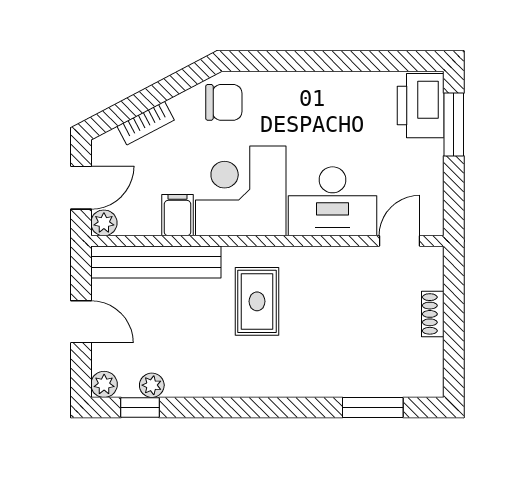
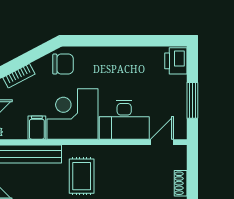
printer: (421, 106) -> (176, 61), width x0.73, depth x0.84
window: (454, 124) -> (192, 100), moved

